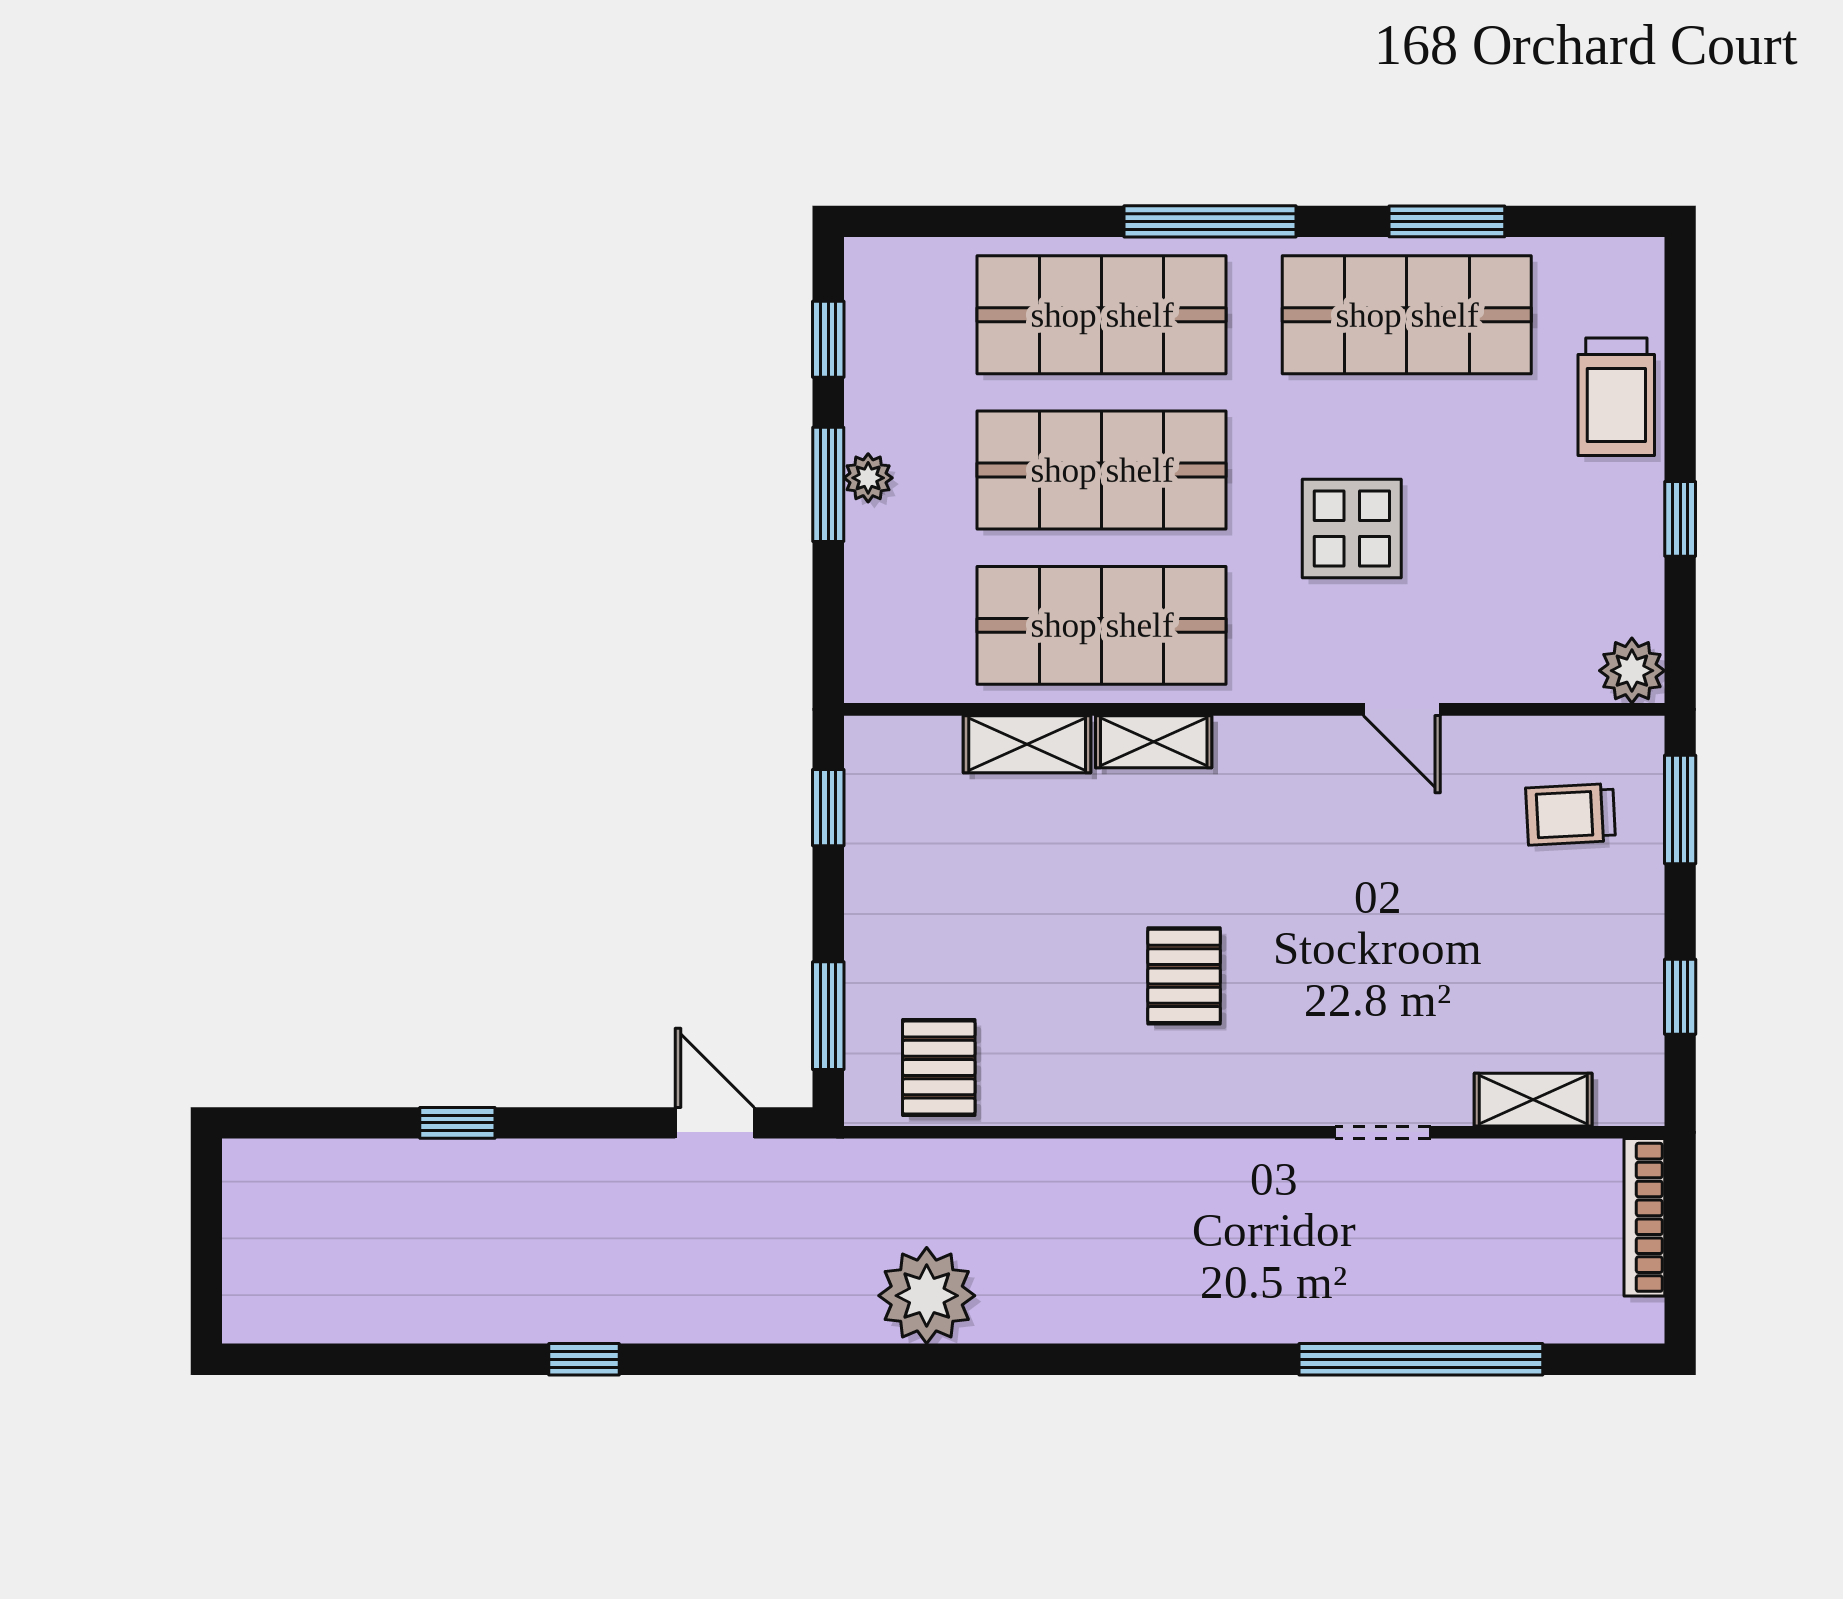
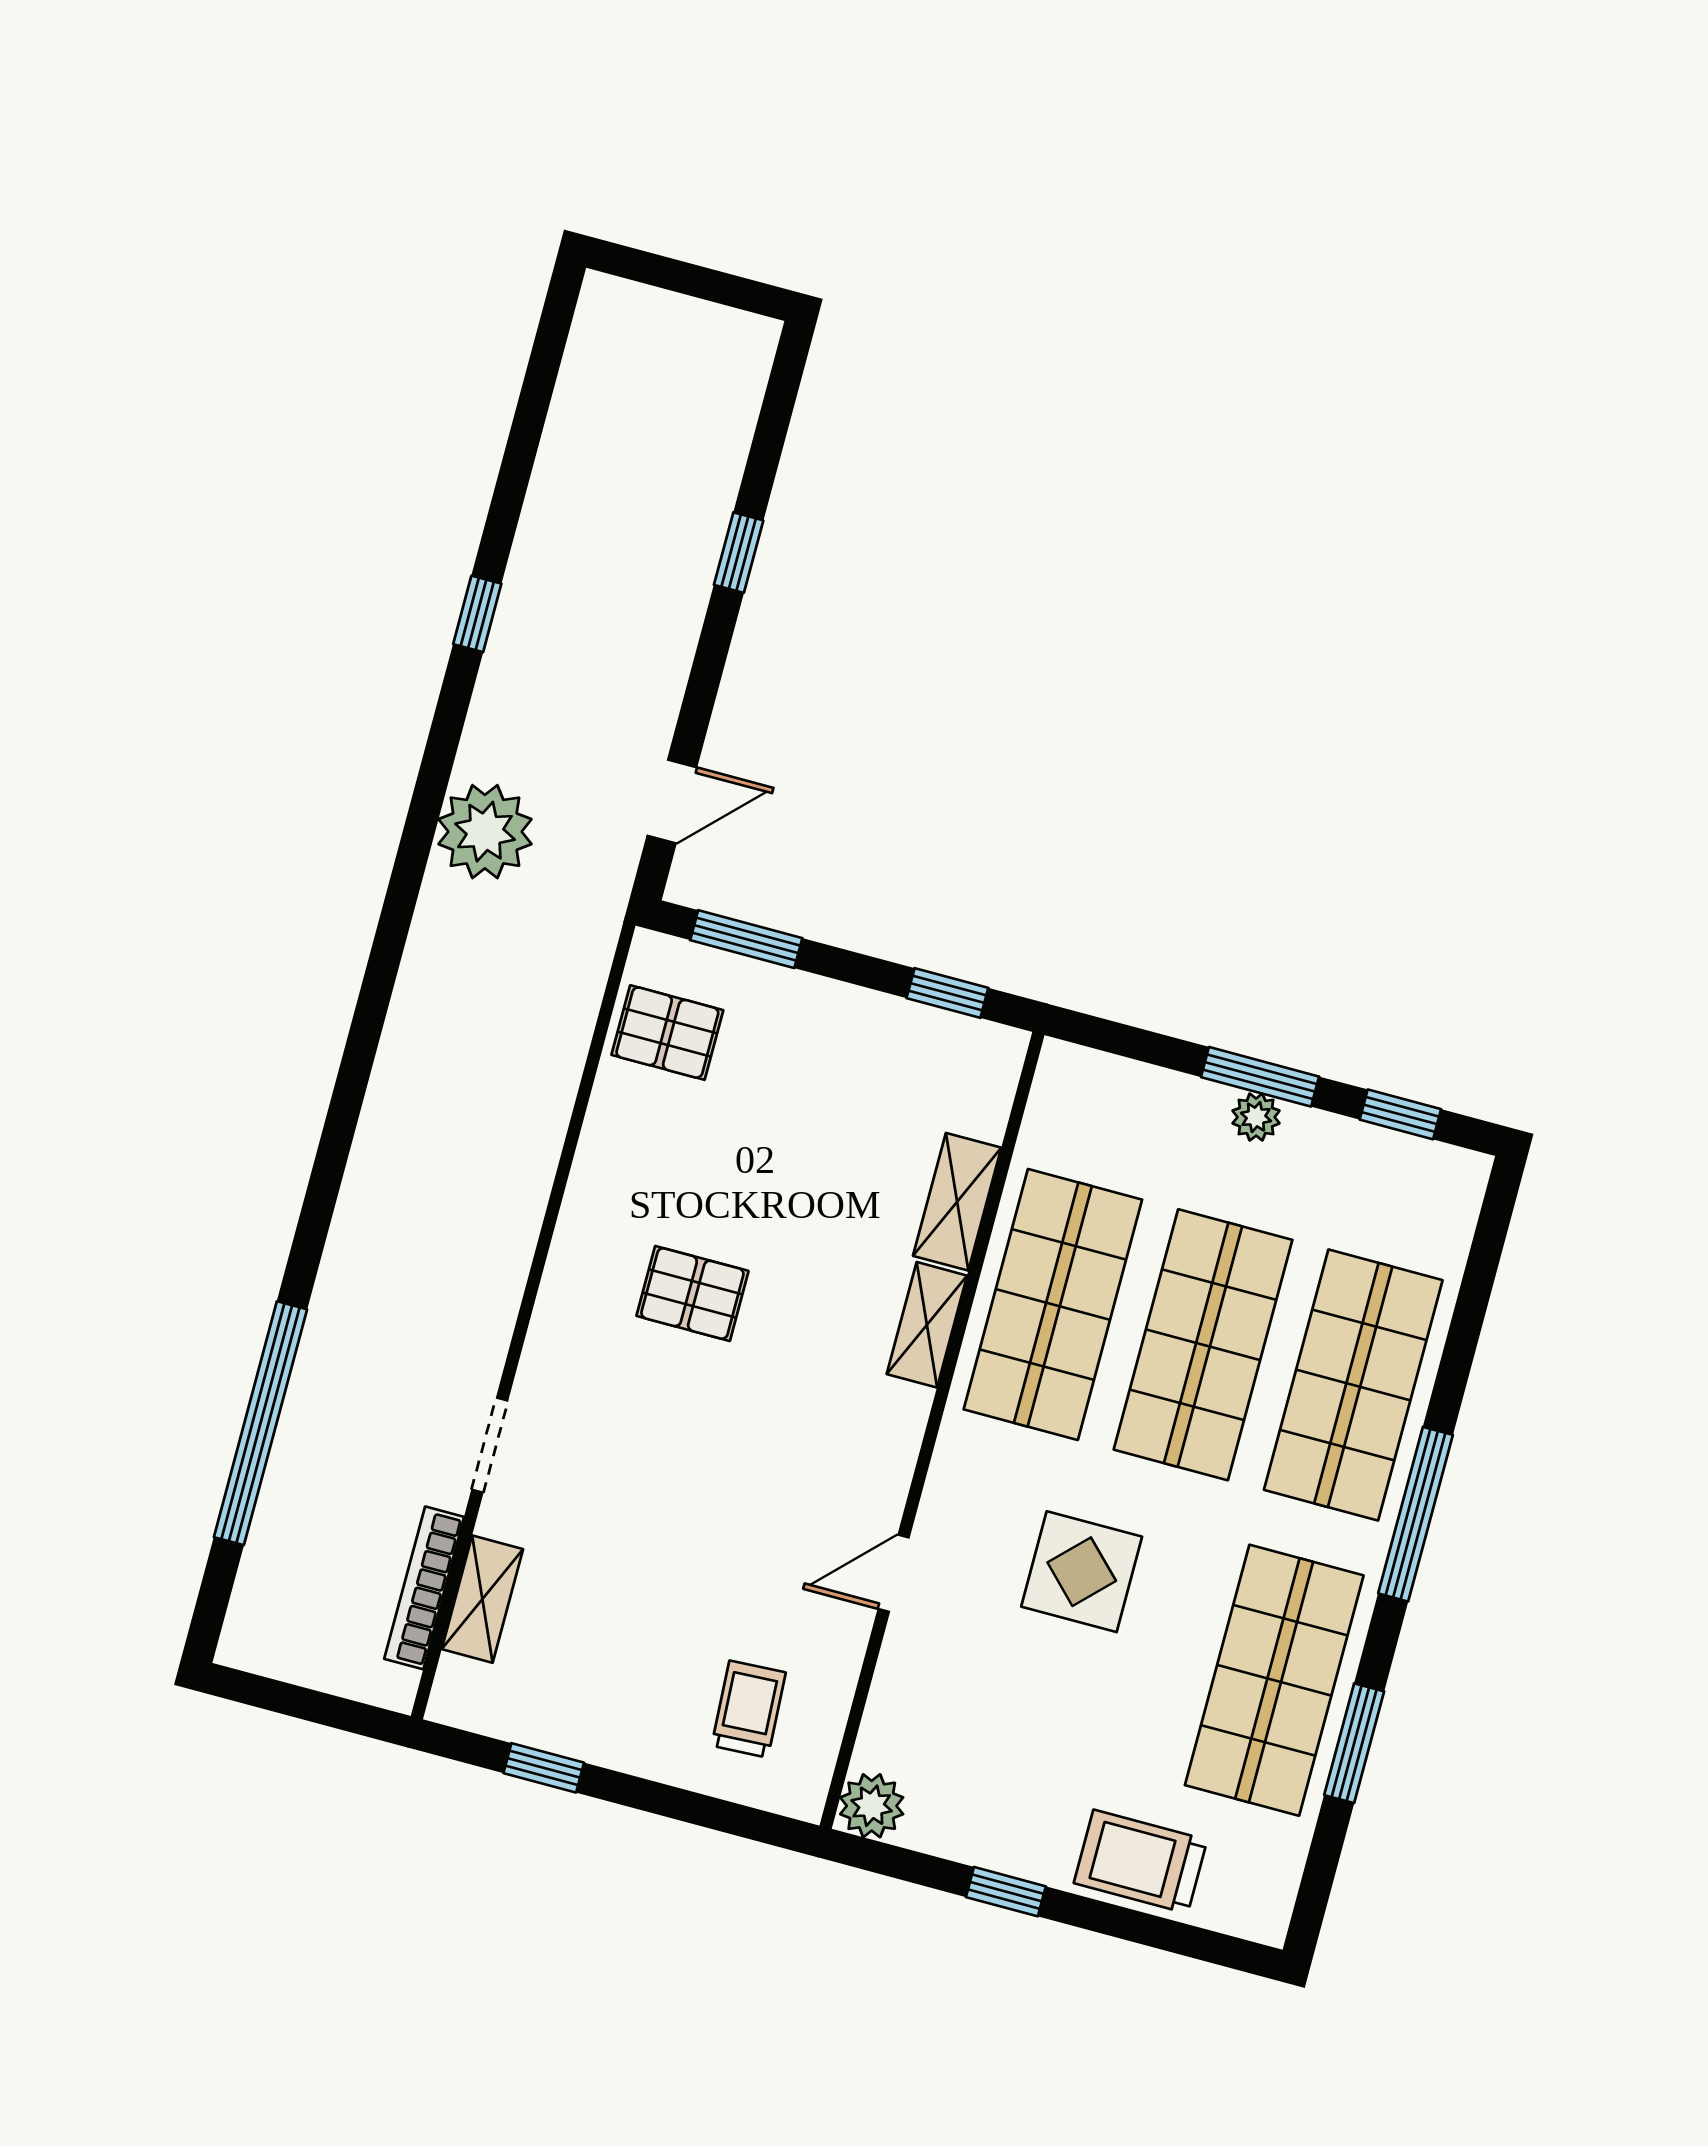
window: (1680, 809) -> (725, 1816), removed
bookcase: (1644, 1217) -> (424, 1588), moved, turned -90
plant: (927, 1296) -> (485, 832), moved

